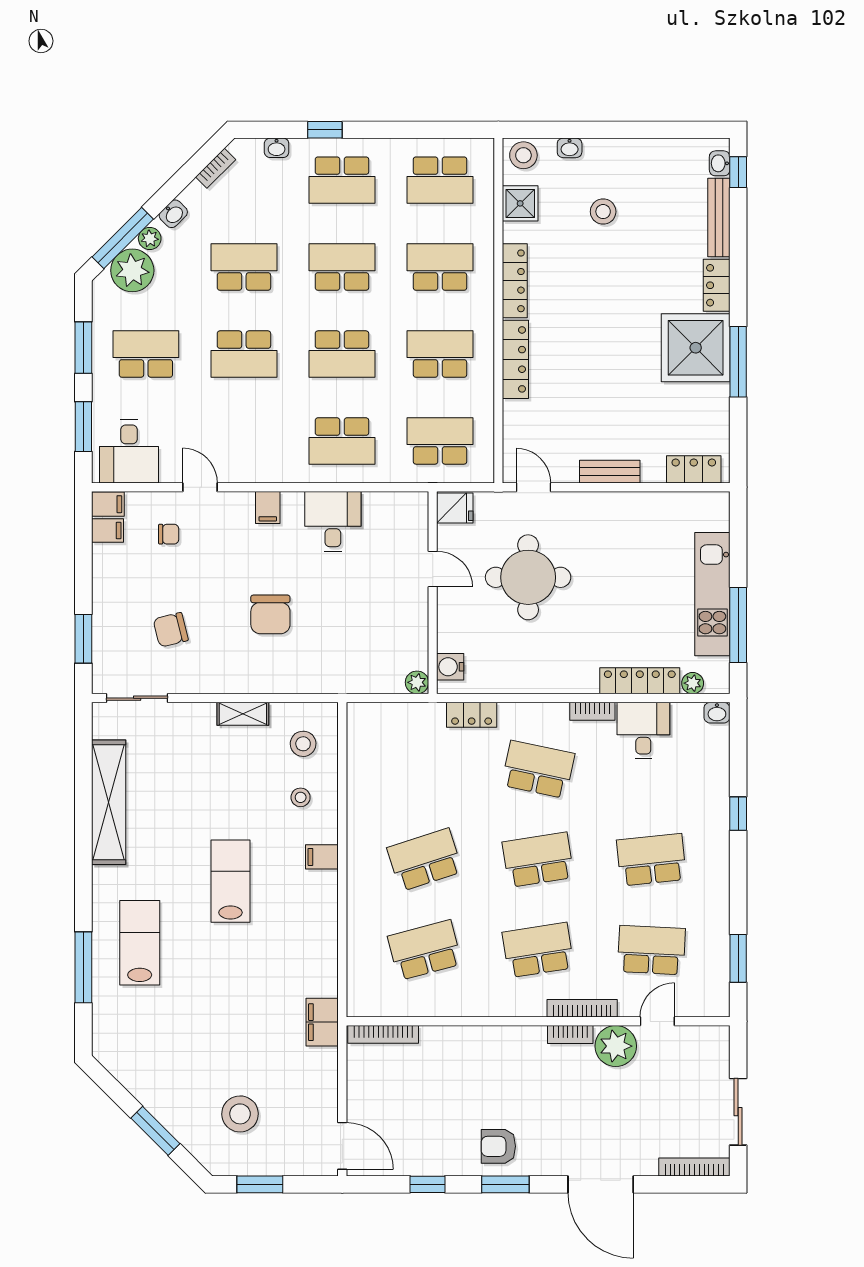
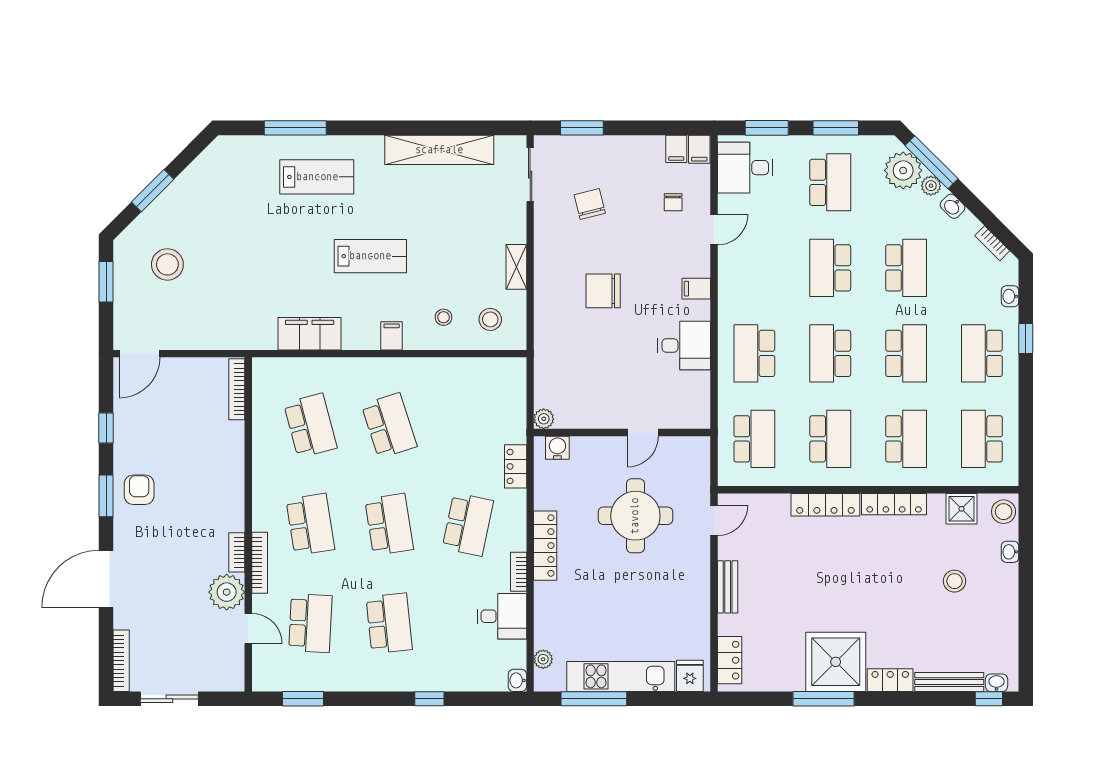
fridge: (455, 508) -> (690, 676), moved, turned 180
locker: (640, 681) -> (545, 546), moved
filing cabinet: (322, 1022) -> (310, 334), moved, width x1.50, depth x1.17

